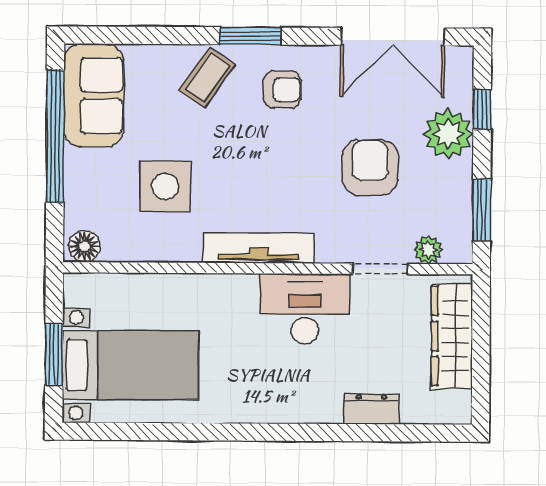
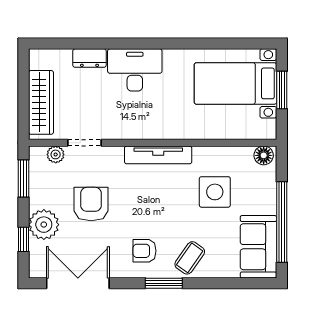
armchair: (370, 167) -> (91, 204), turned 180
desk: (305, 309) -> (135, 70), moved, turned 180

